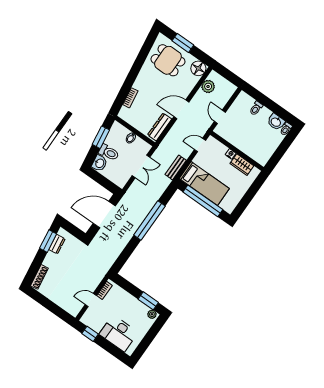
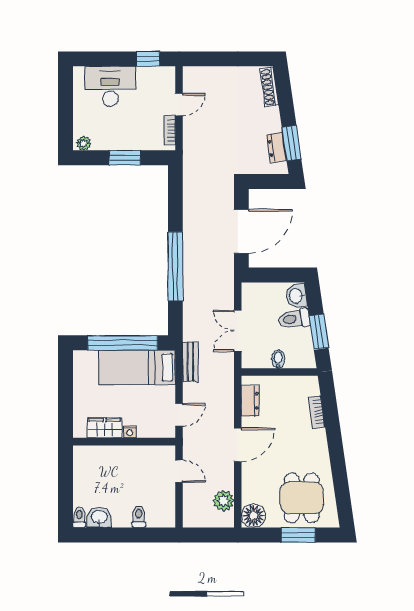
dining table: (168, 60) -> (302, 498), turned 90
dresser: (160, 127) -> (250, 401), width x0.70
window: (148, 301) -> (125, 158), moved

